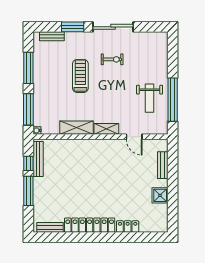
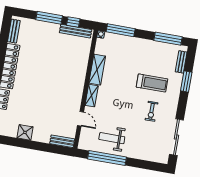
sliding door: (113, 27) -> (176, 137), moved
window: (28, 68) -> (168, 39), moved
treadmill: (80, 76) -> (152, 83), moved
door: (134, 137) -> (80, 119), swing flipped
bench: (163, 165) -> (62, 141), moved

